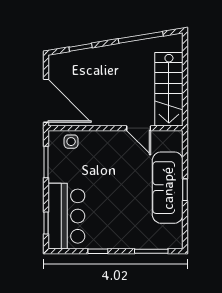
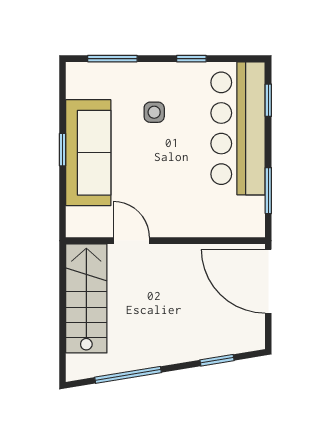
side table: (71, 142) -> (154, 112), moved
bar counter: (66, 216) -> (238, 128), width x1.36

